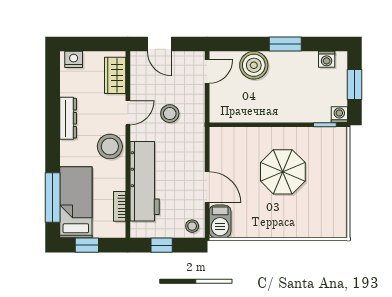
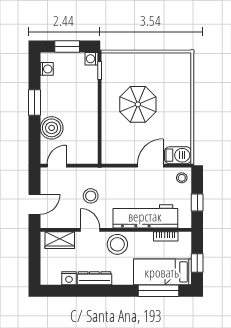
nightstand: (74, 59) -> (69, 278), moved, turned -90
door: (207, 72) -> (57, 166), hinge flipped

